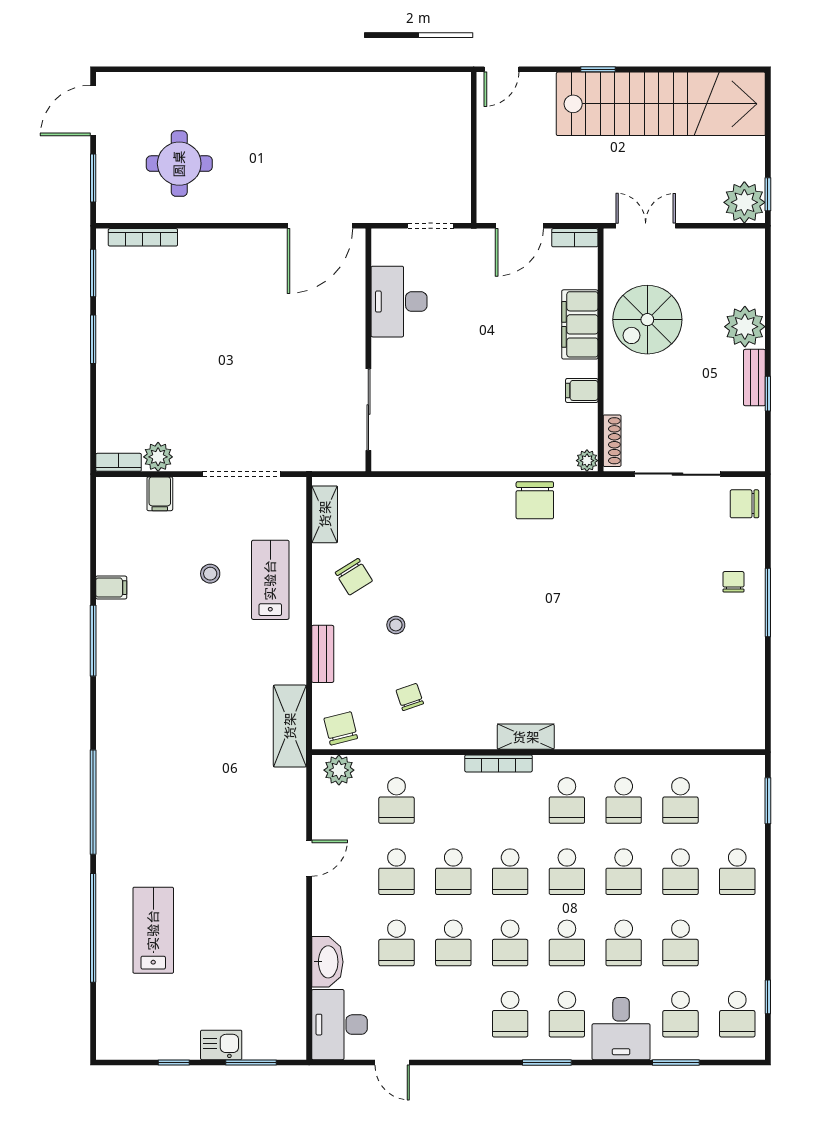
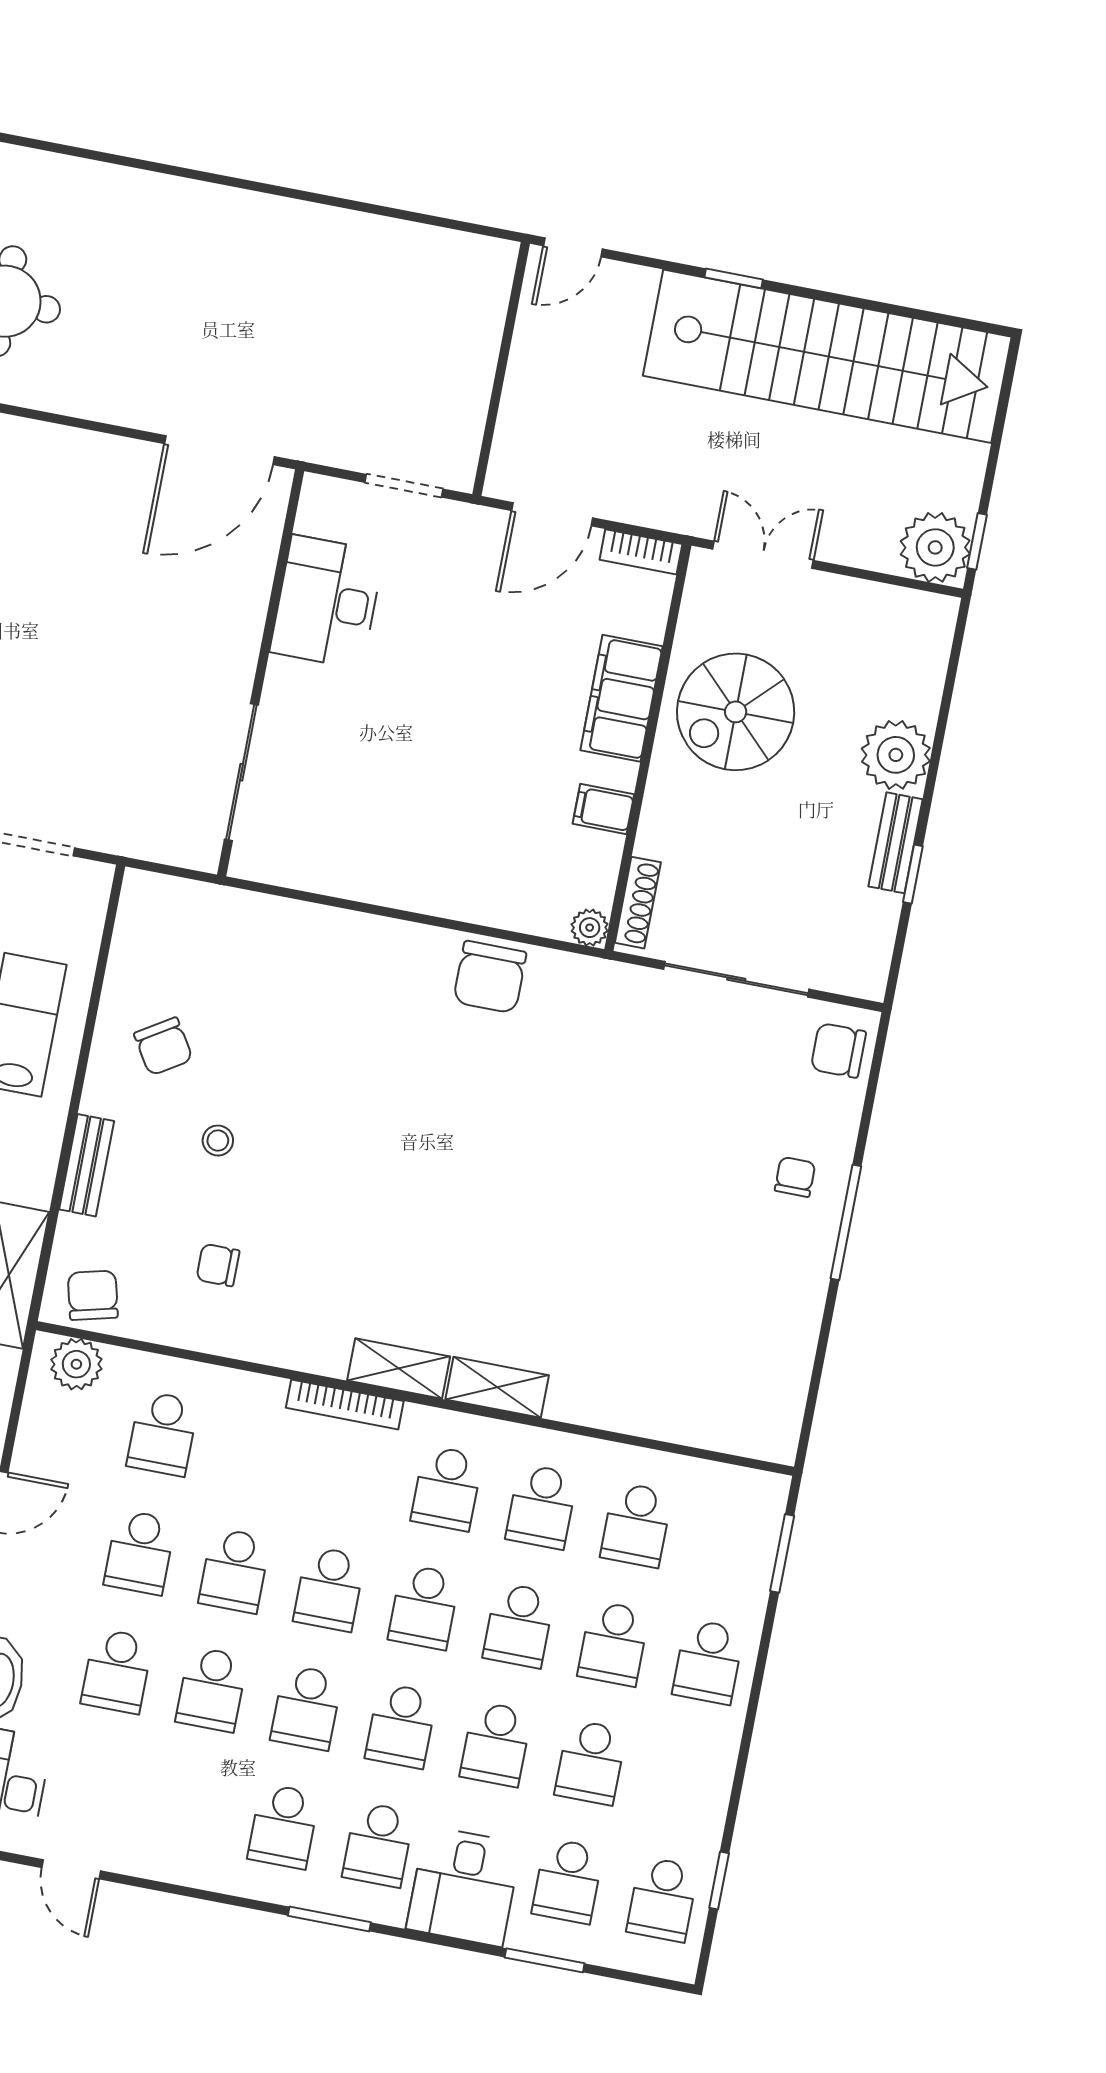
shelving: (325, 514) -> (497, 1387), moved, turned 90
chair: (410, 697) -> (218, 1265), turned -71

